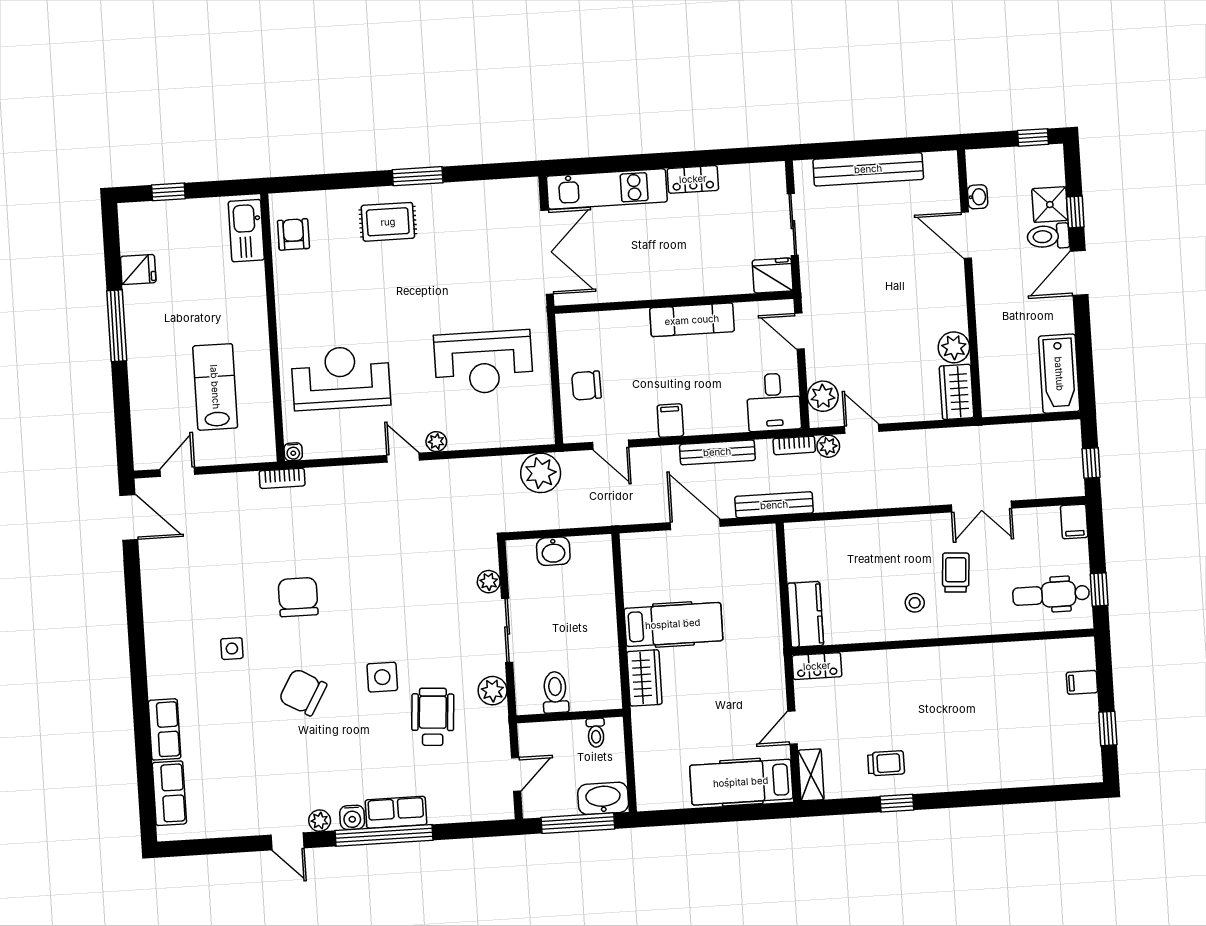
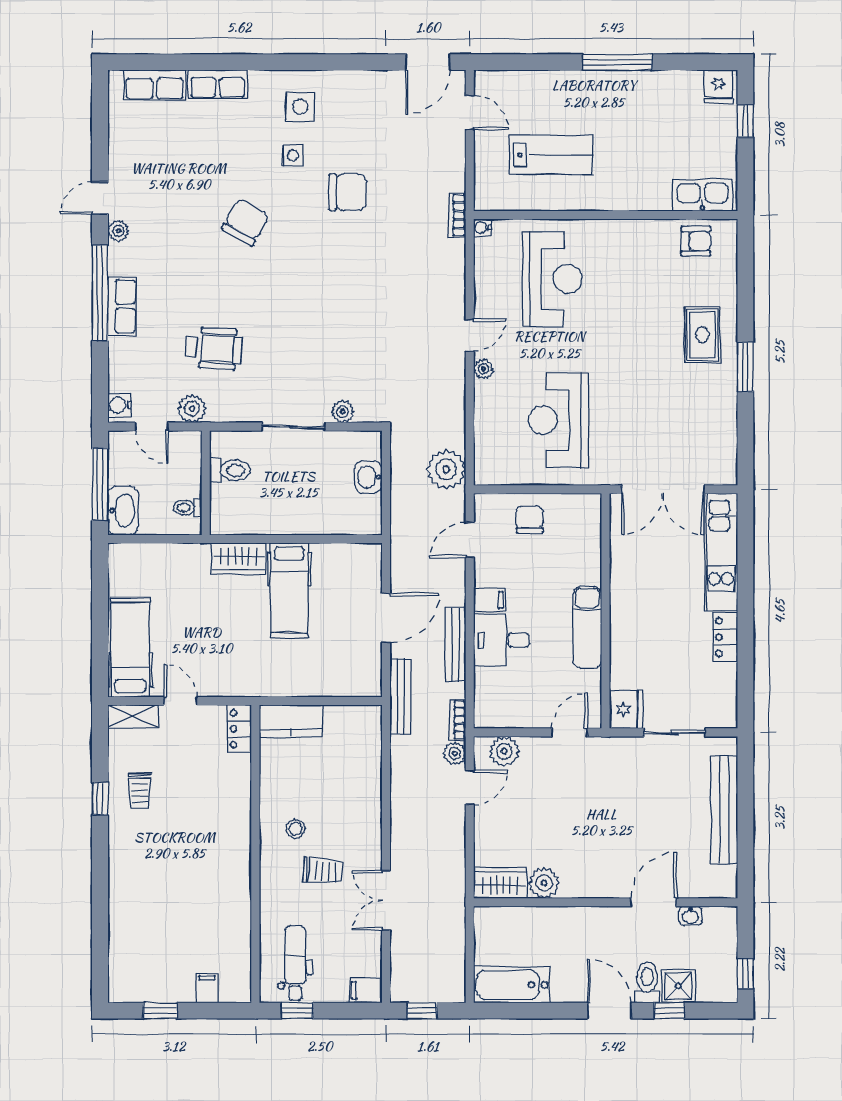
fridge: (138, 269) -> (718, 87), moved
desk: (774, 402) -> (501, 640), moved
chair: (298, 597) -> (347, 192), moved
side table: (382, 677) -> (300, 107), moved
plant: (493, 691) -> (192, 409), moved
water cooler: (352, 817) -> (120, 405), moved

